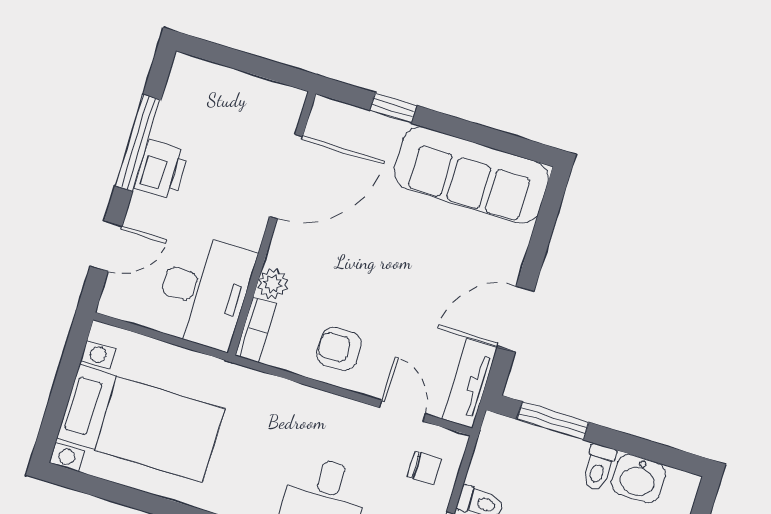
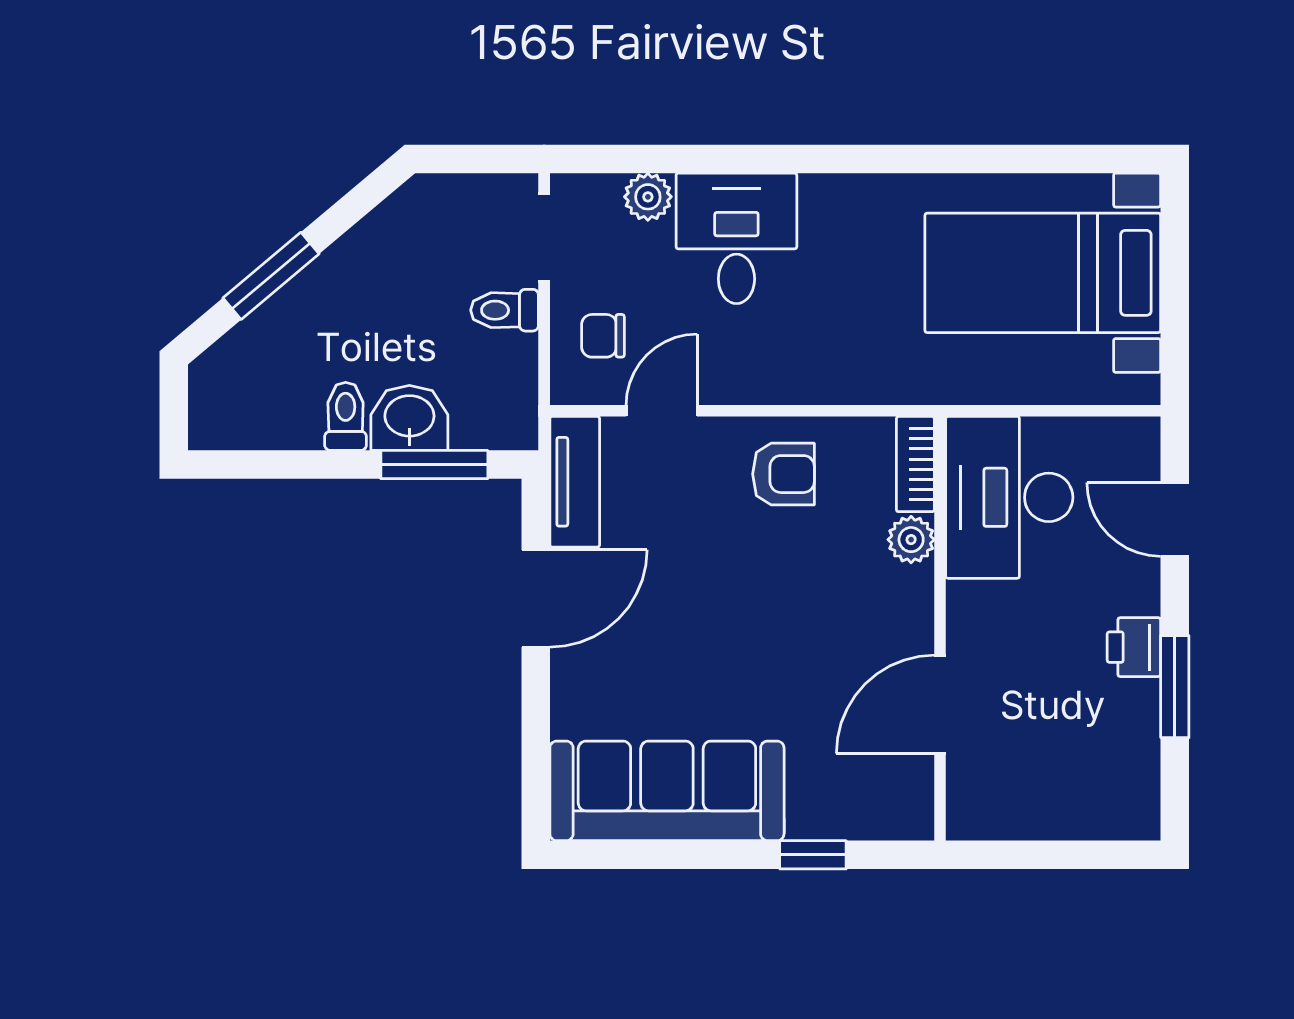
window: (138, 143) -> (1175, 687), width x0.69
printer: (162, 170) -> (1134, 647), width x0.73, depth x0.81
door: (286, 177) -> (940, 704), width x0.73
door: (106, 246) -> (1175, 519), hinge flipped
door: (402, 411) -> (662, 411), swing flipped
washbasin: (638, 479) -> (409, 418), moved

